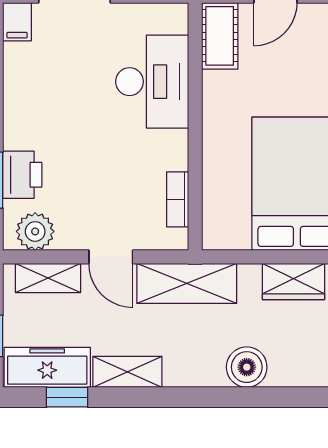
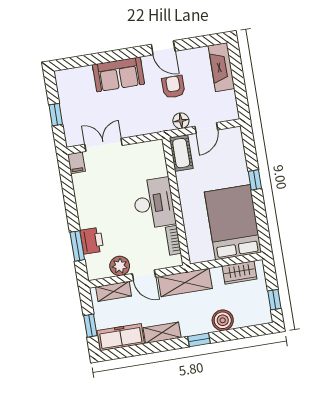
desk: (152, 82) -> (154, 203), moved
plant: (35, 231) -> (120, 266), moved
window: (67, 397) -> (199, 340), moved

